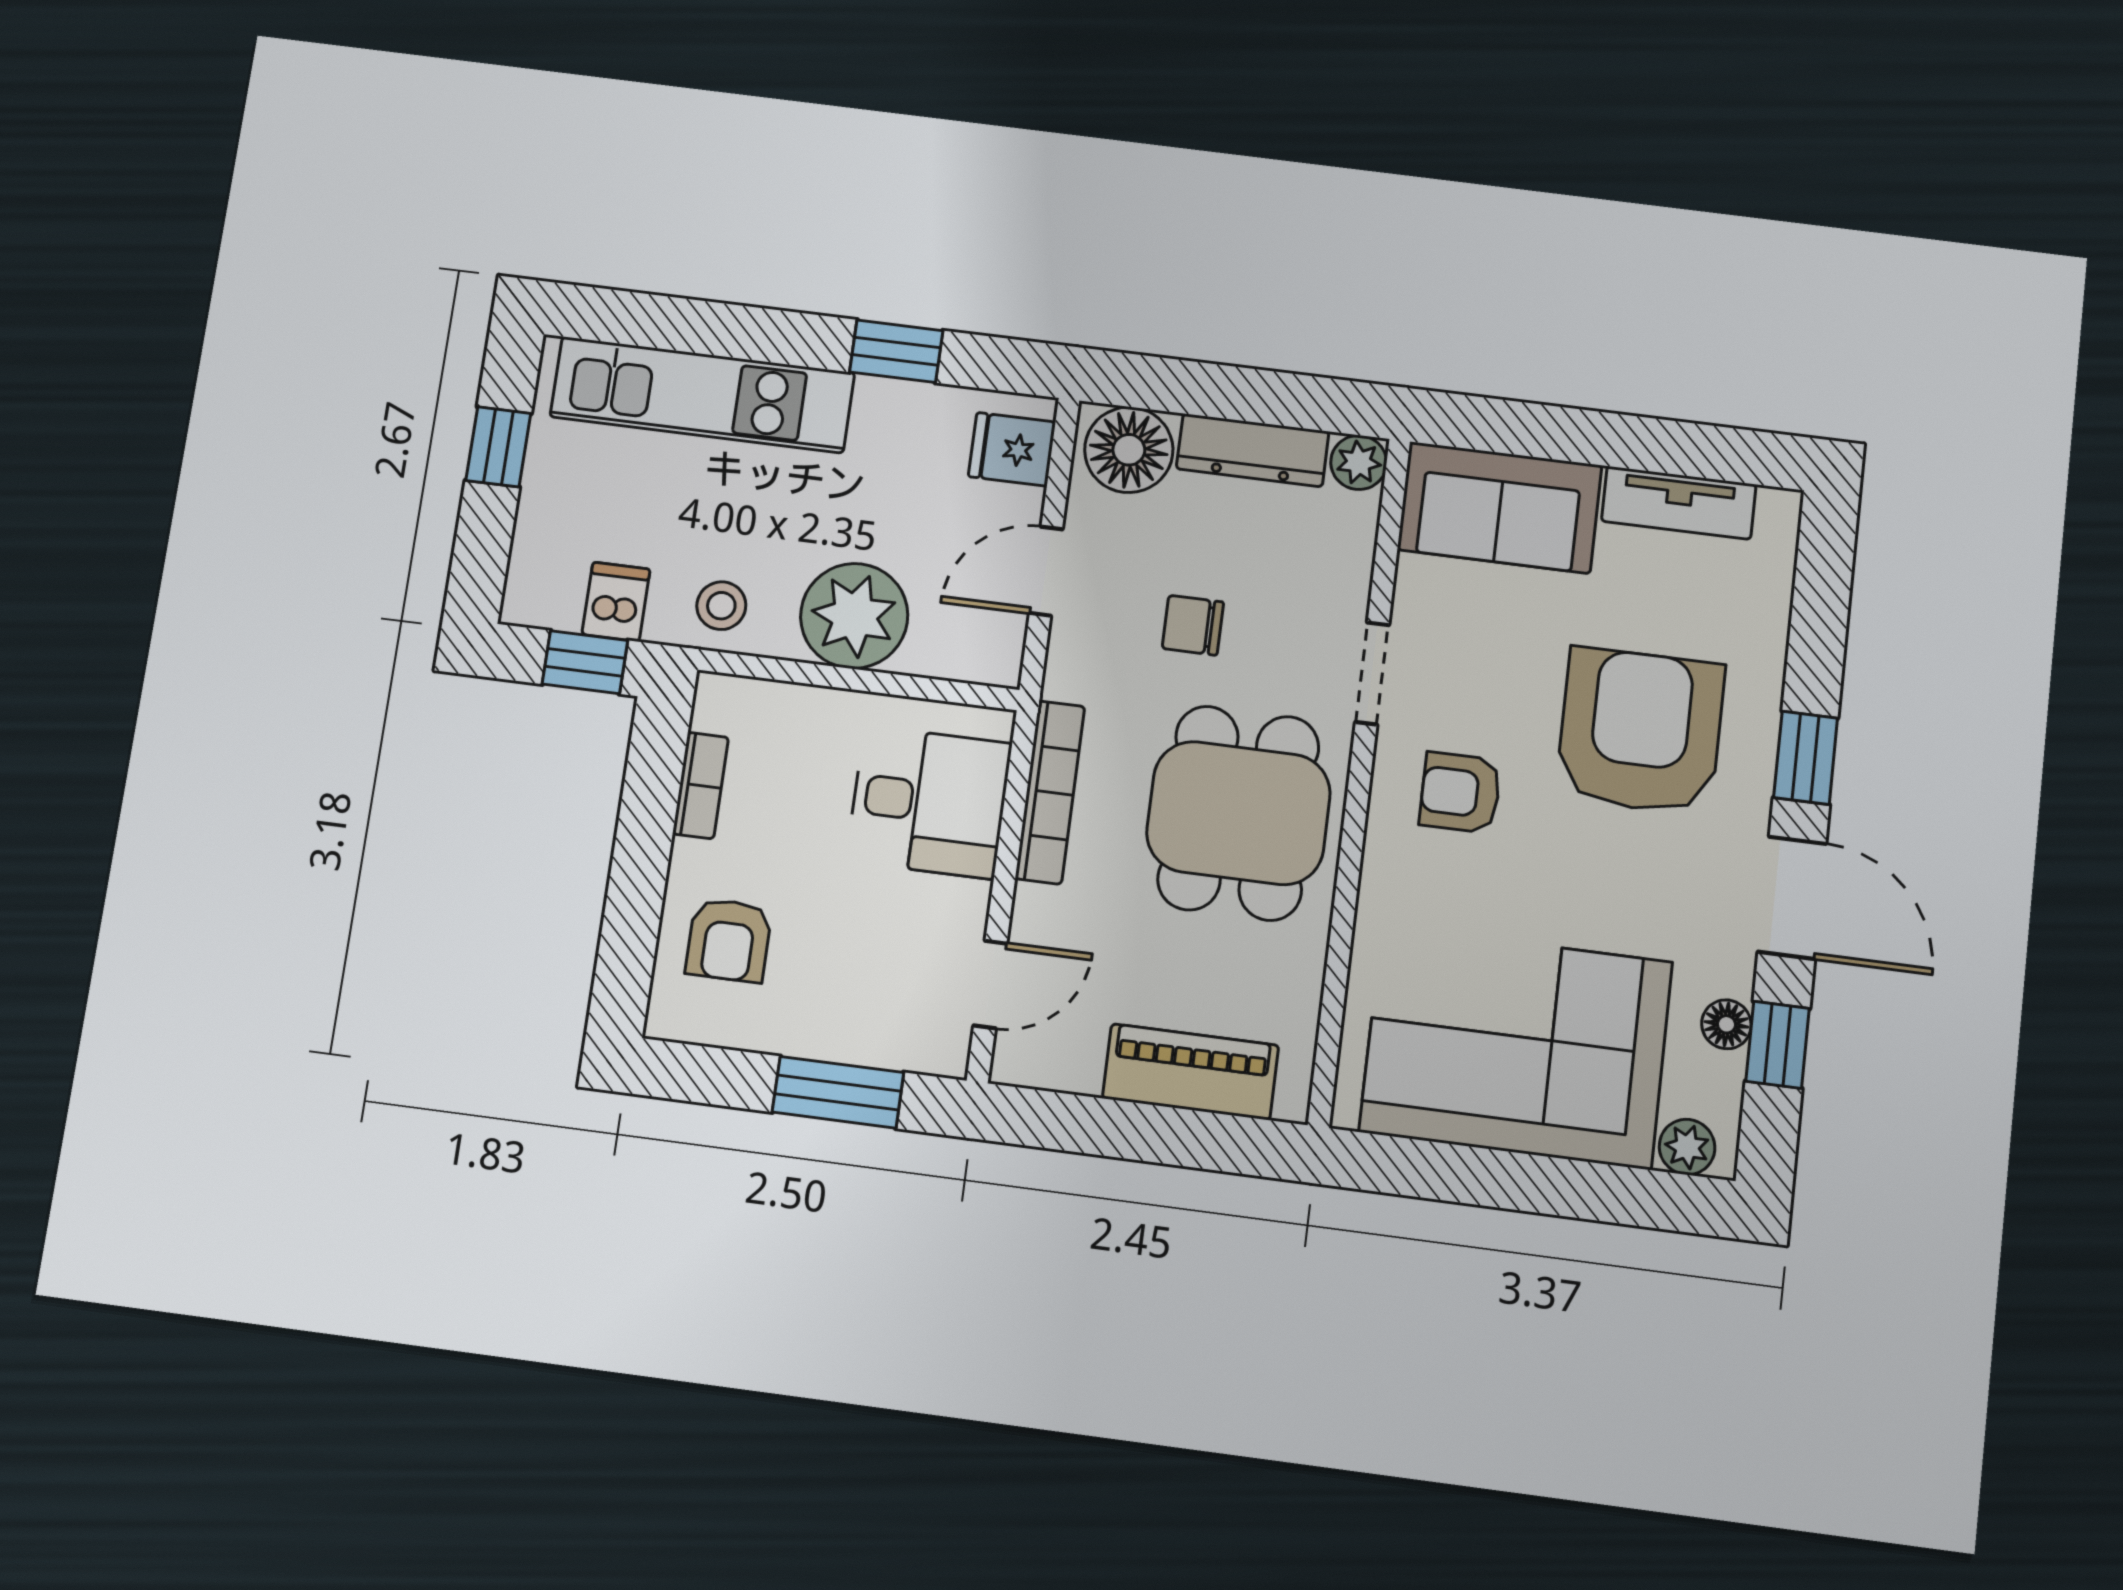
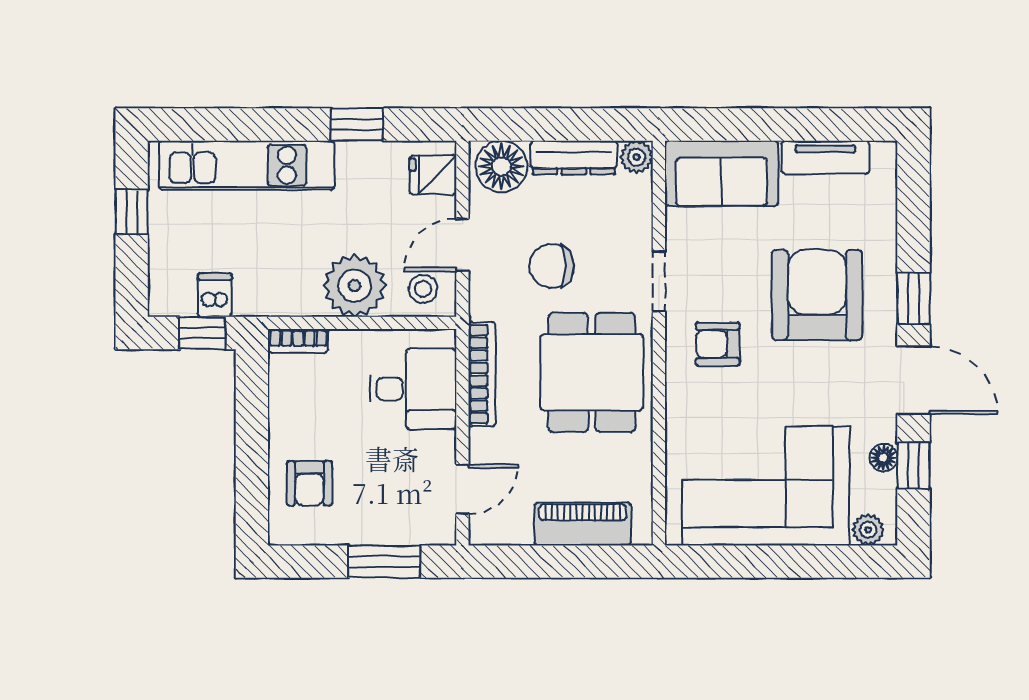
stool: (721, 606) -> (423, 289), moved
chair: (1193, 625) -> (552, 266), width x1.37, depth x1.37
bookcase: (701, 786) -> (298, 341), moved, turned 90

